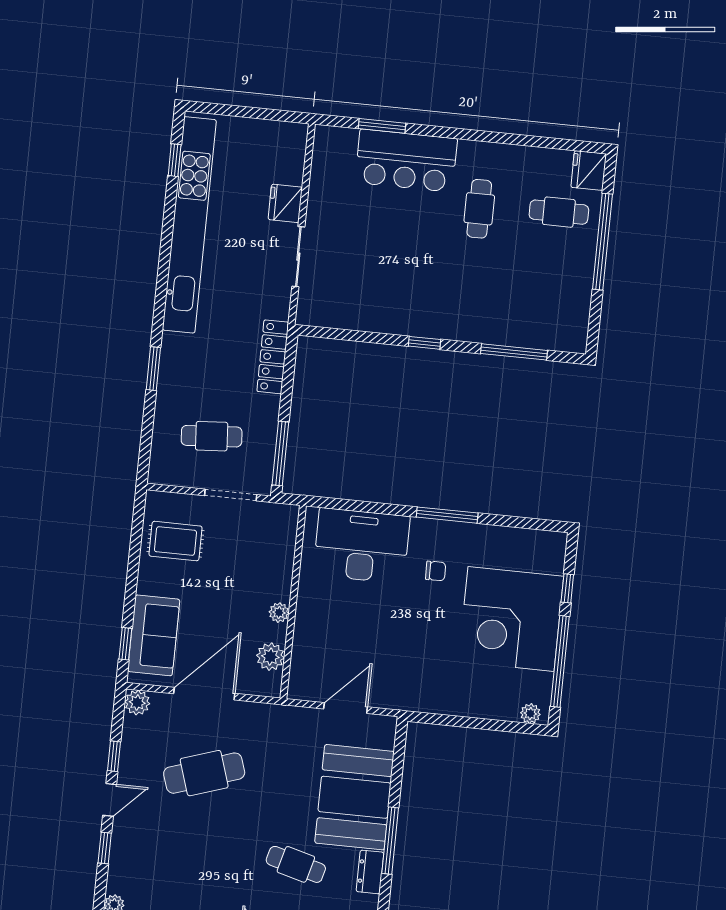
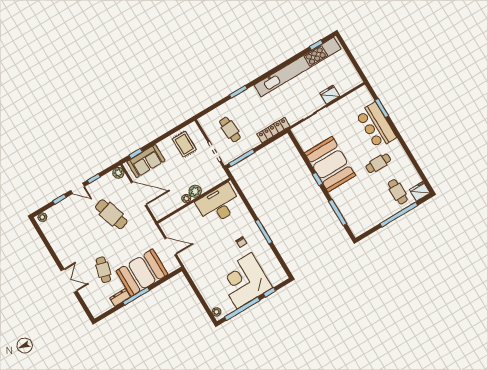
booth: (414, 299) -> (330, 164), added
desk: (362, 546) -> (219, 204), moved, turned -90
plant: (270, 657) -> (195, 191), moved

